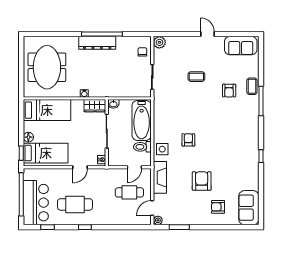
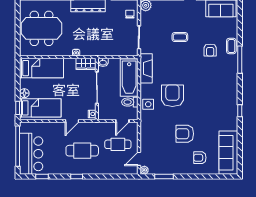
meeting table: (47, 67) -> (42, 28), turned 90
armchair: (188, 140) -> (172, 96), width x1.88, depth x1.88
fireplace: (160, 177) -> (146, 68), moved
armchair: (202, 181) -> (185, 134), turned -90
cafe table: (75, 204) -> (82, 151), moved
sofa: (249, 208) -> (228, 153), width x1.36

